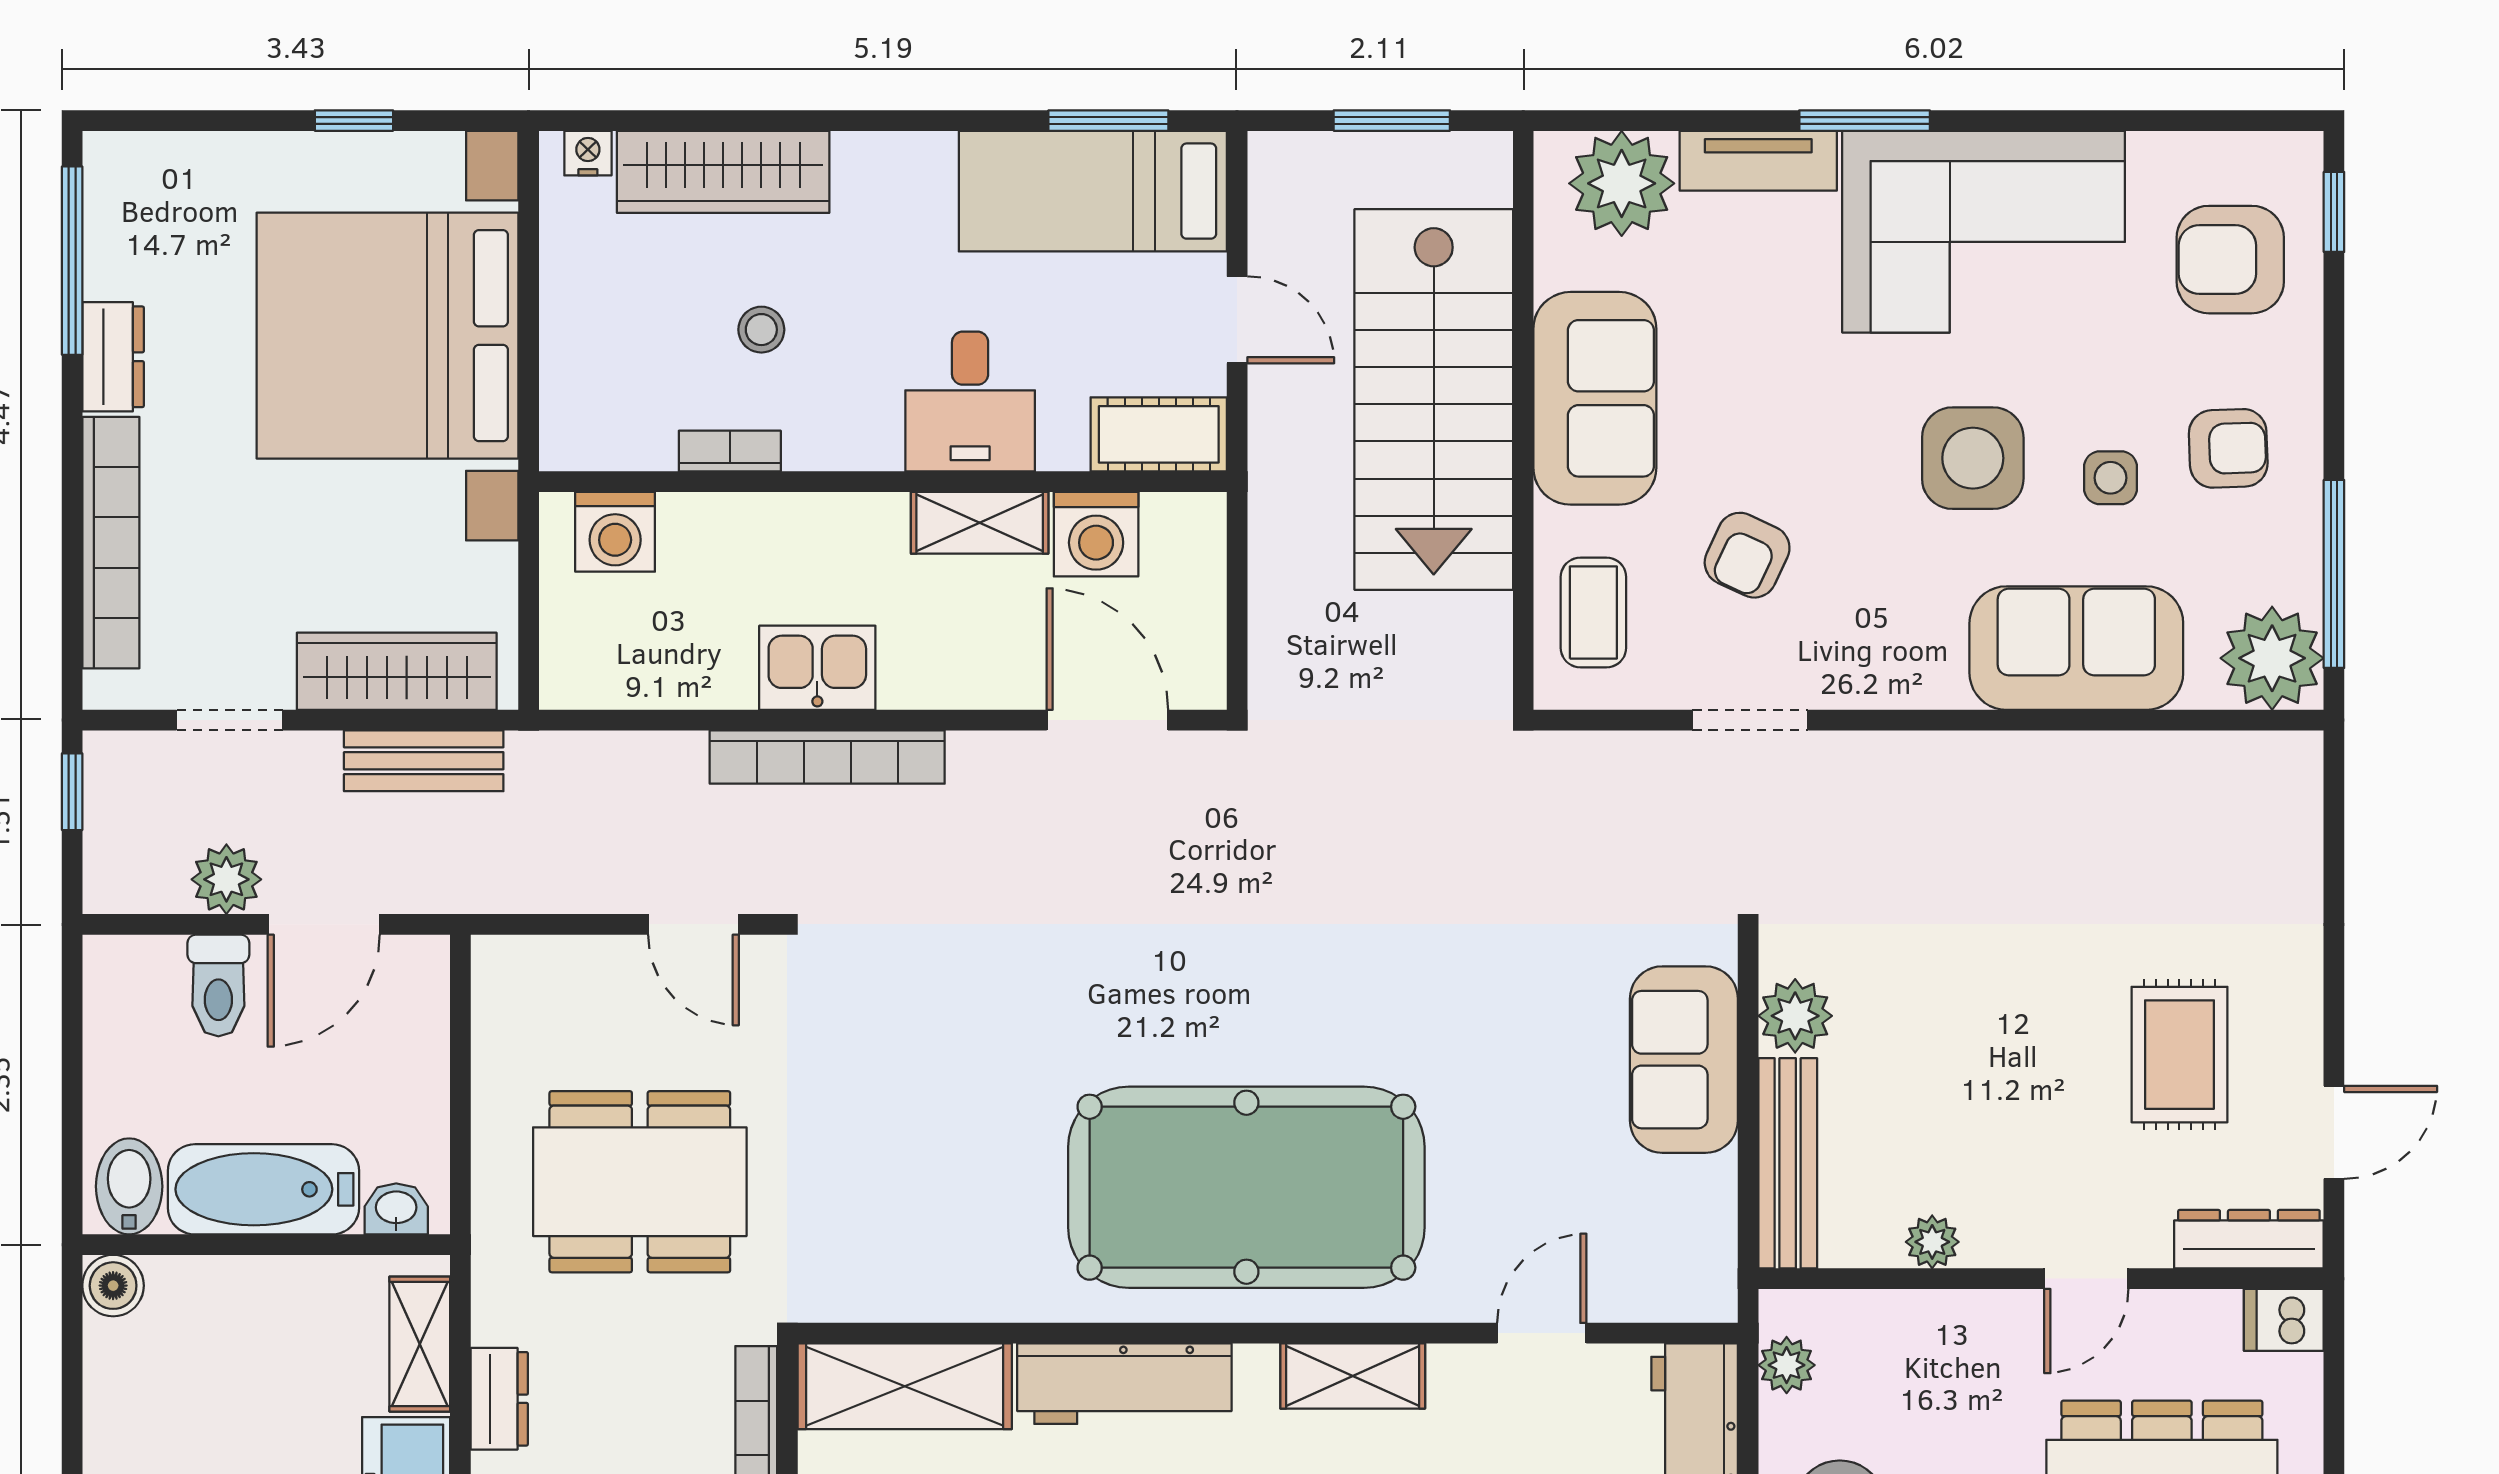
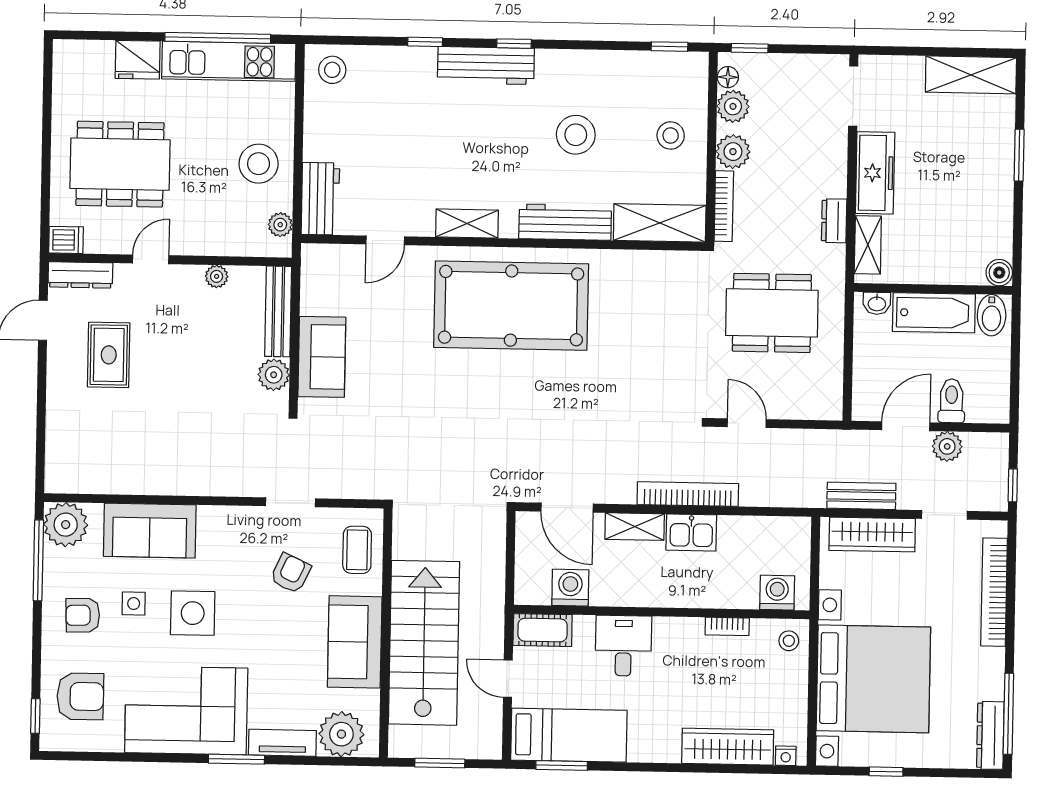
stool: (761, 330) -> (789, 641), moved
dresser: (113, 357) -> (990, 735), moved, width x1.44
shelving: (980, 523) -> (635, 527), moved

